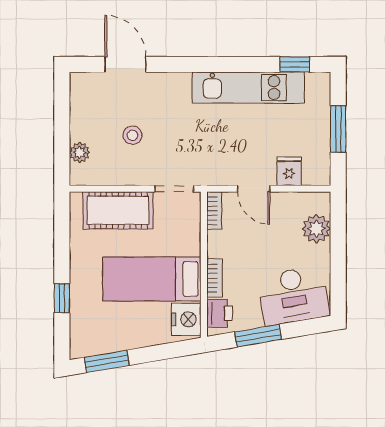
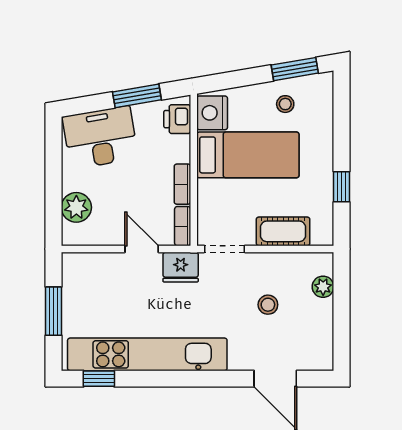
kitchen unit: (248, 88) -> (147, 354), width x1.36
fridge: (289, 171) -> (181, 267), moved, width x1.38
cot: (118, 210) -> (283, 231), width x0.73, depth x0.75
bookcase: (215, 278) -> (182, 184), moved
window: (62, 298) -> (342, 187), moved
stool: (116, 328) -> (285, 104), added

